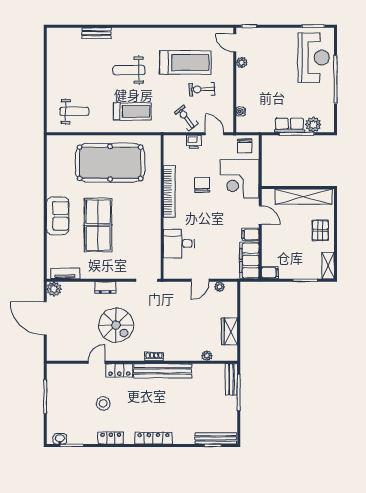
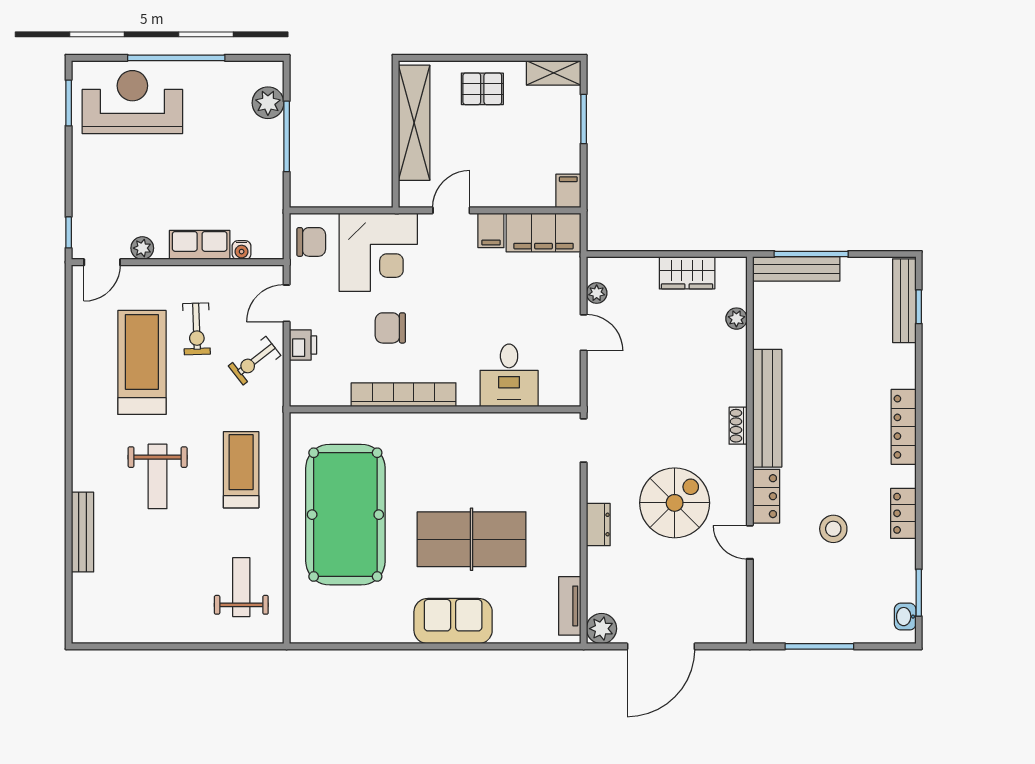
bench: (96, 33) -> (82, 532), width x1.36
row of seats: (289, 125) -> (200, 245), moved, turned 90
bench: (231, 379) -> (796, 269), width x1.36

